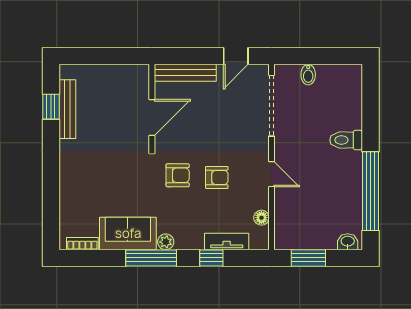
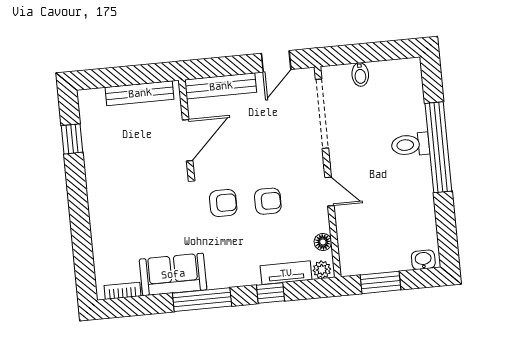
bench: (67, 109) -> (140, 93), moved, turned 90
window: (370, 191) -> (438, 147), moved
plant: (166, 242) -> (322, 270), moved

